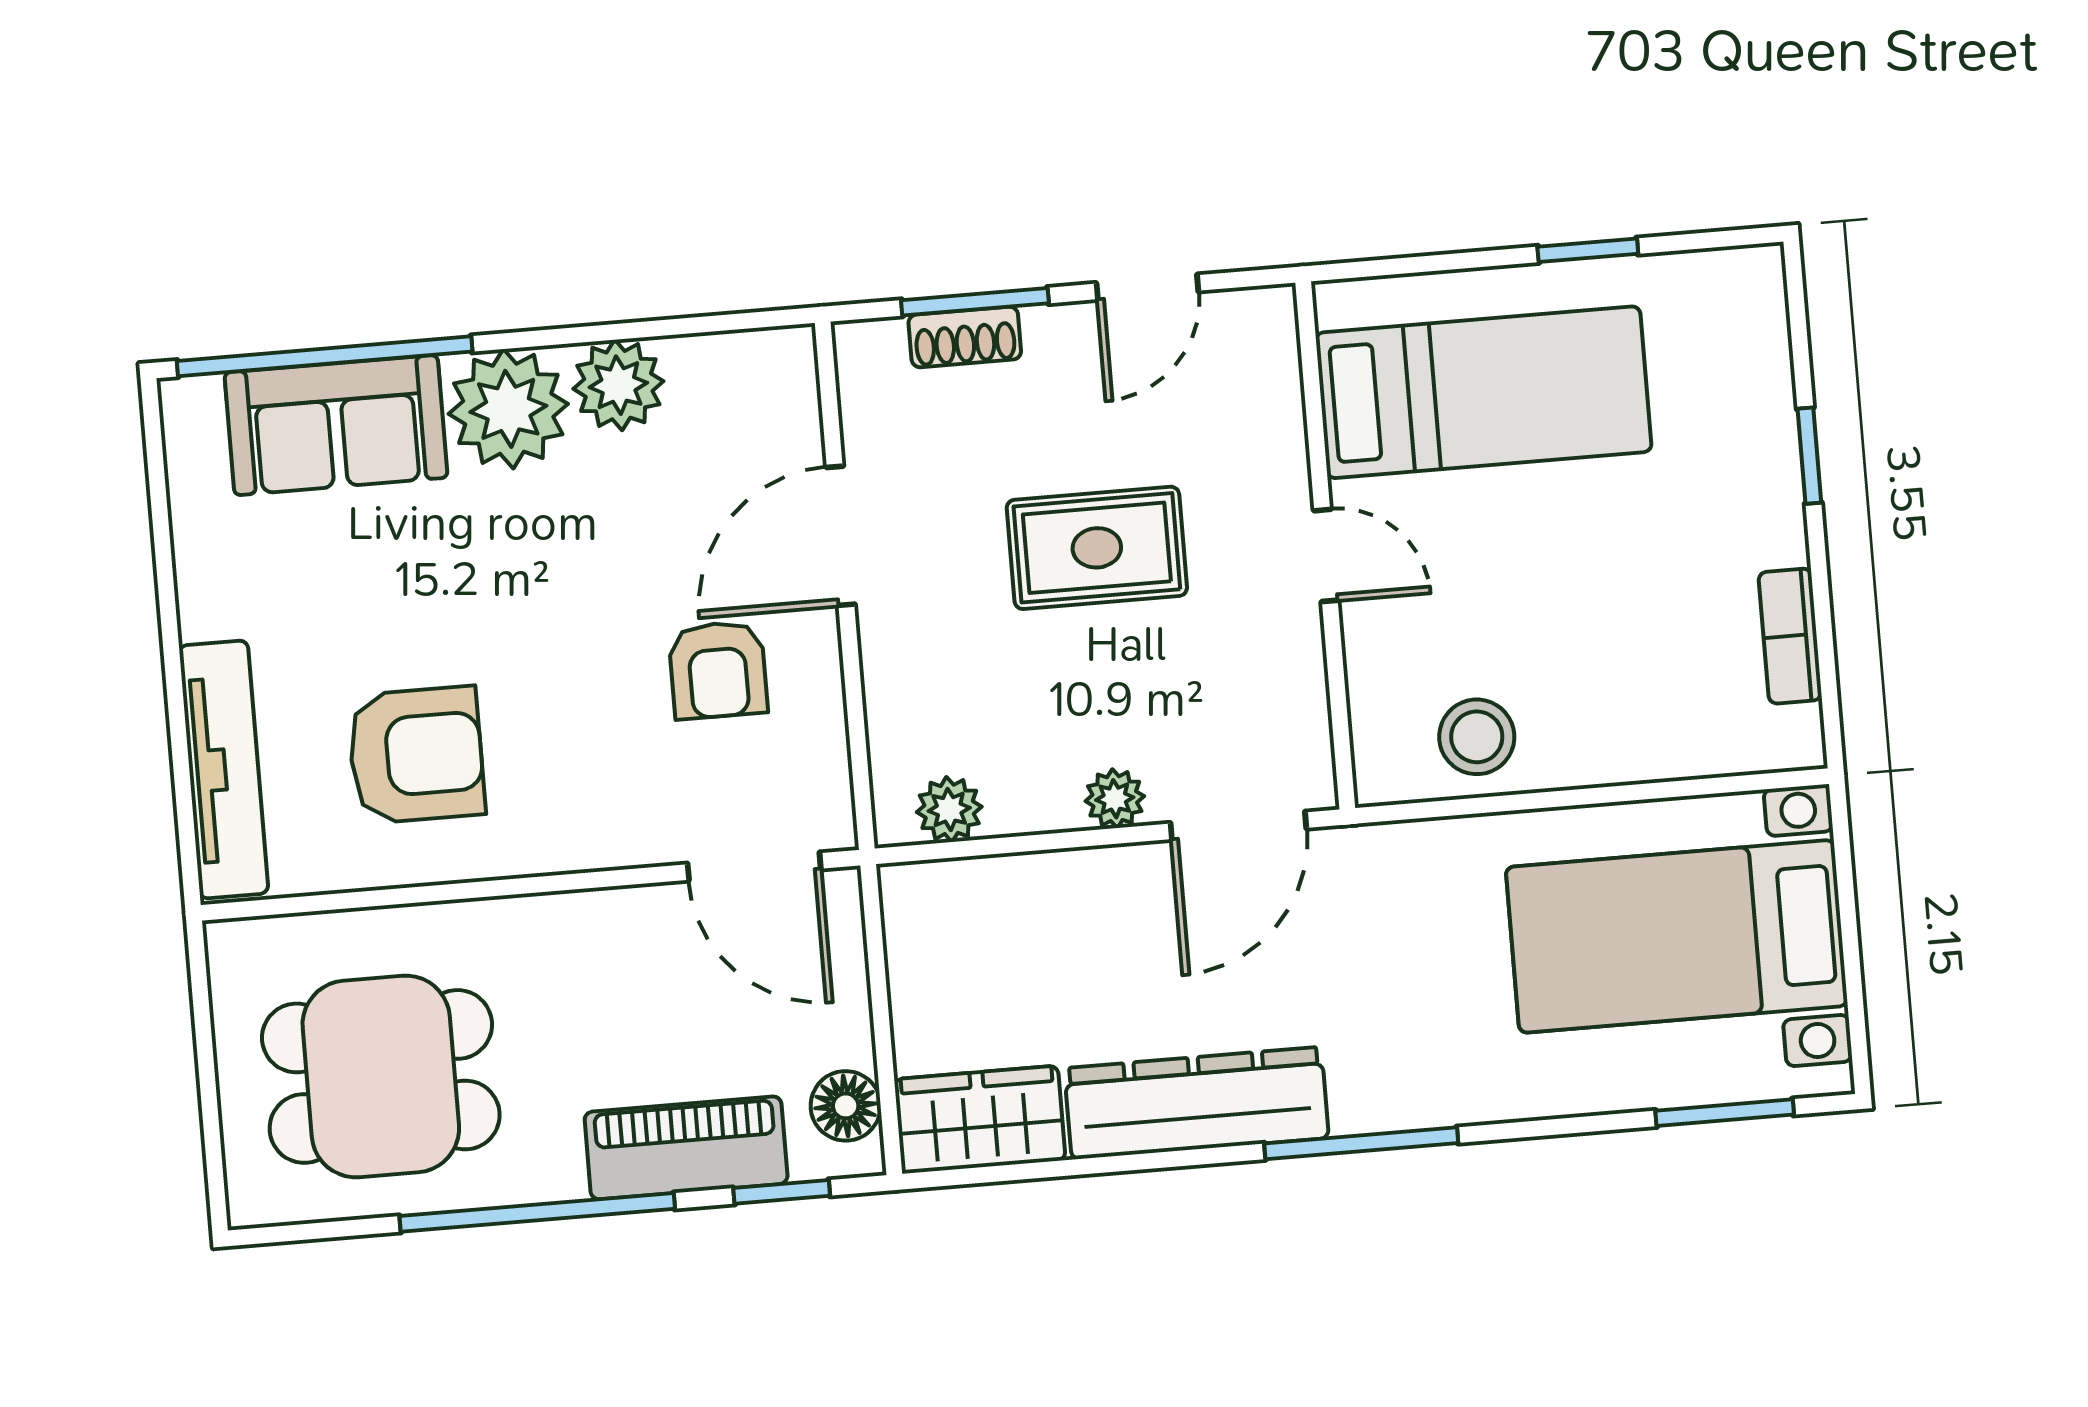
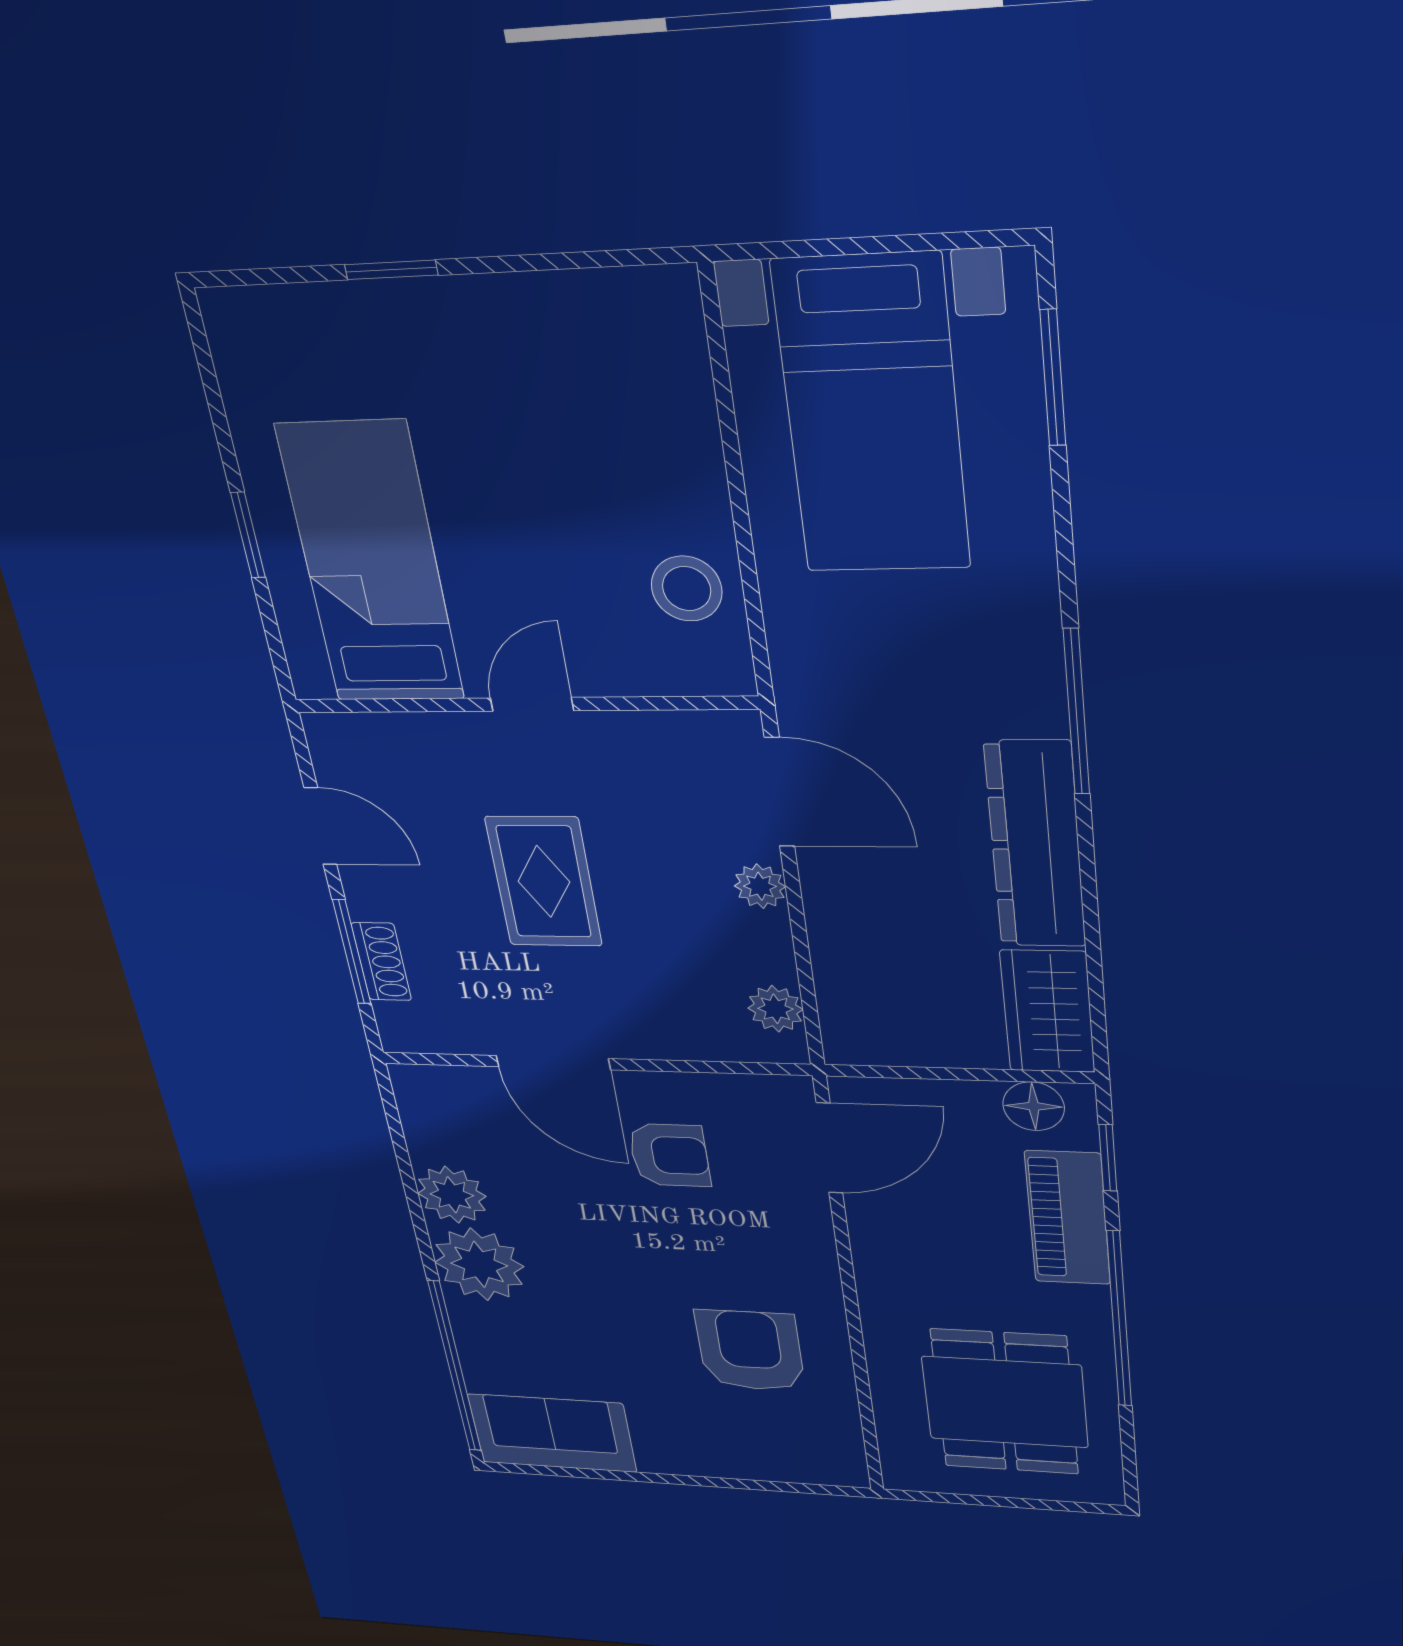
window: (1588, 250) -> (248, 535), moved
sofa: (336, 425) -> (552, 1433), moved, turned -90
bookcase: (1790, 636) -> (568, 295), removed
tv unit: (224, 769) -> (768, 1462), removed

